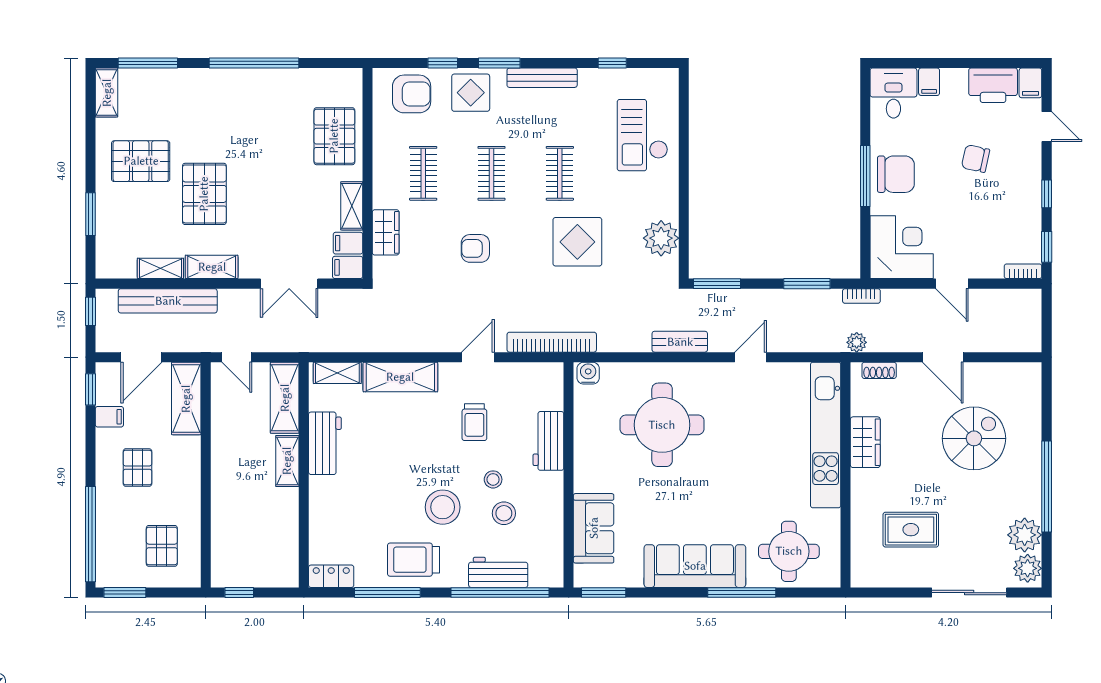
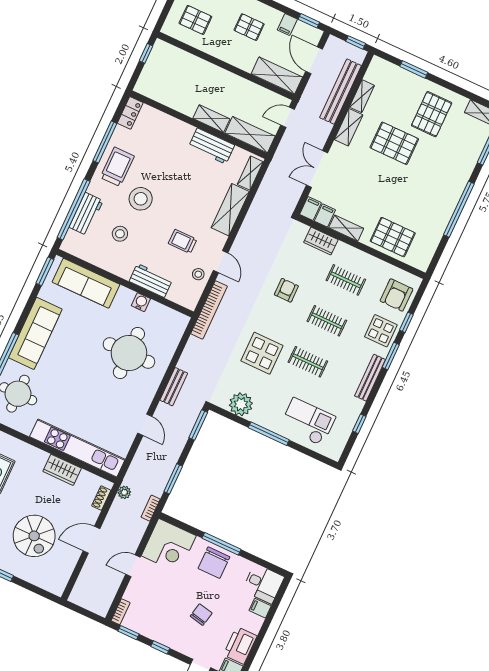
window: (684, 181) -> (269, 434), added
water cooler: (588, 373) -> (141, 302), moved, turned -90
stool: (493, 479) -> (198, 274), moved
sofa: (594, 528) -> (86, 283), width x1.36

